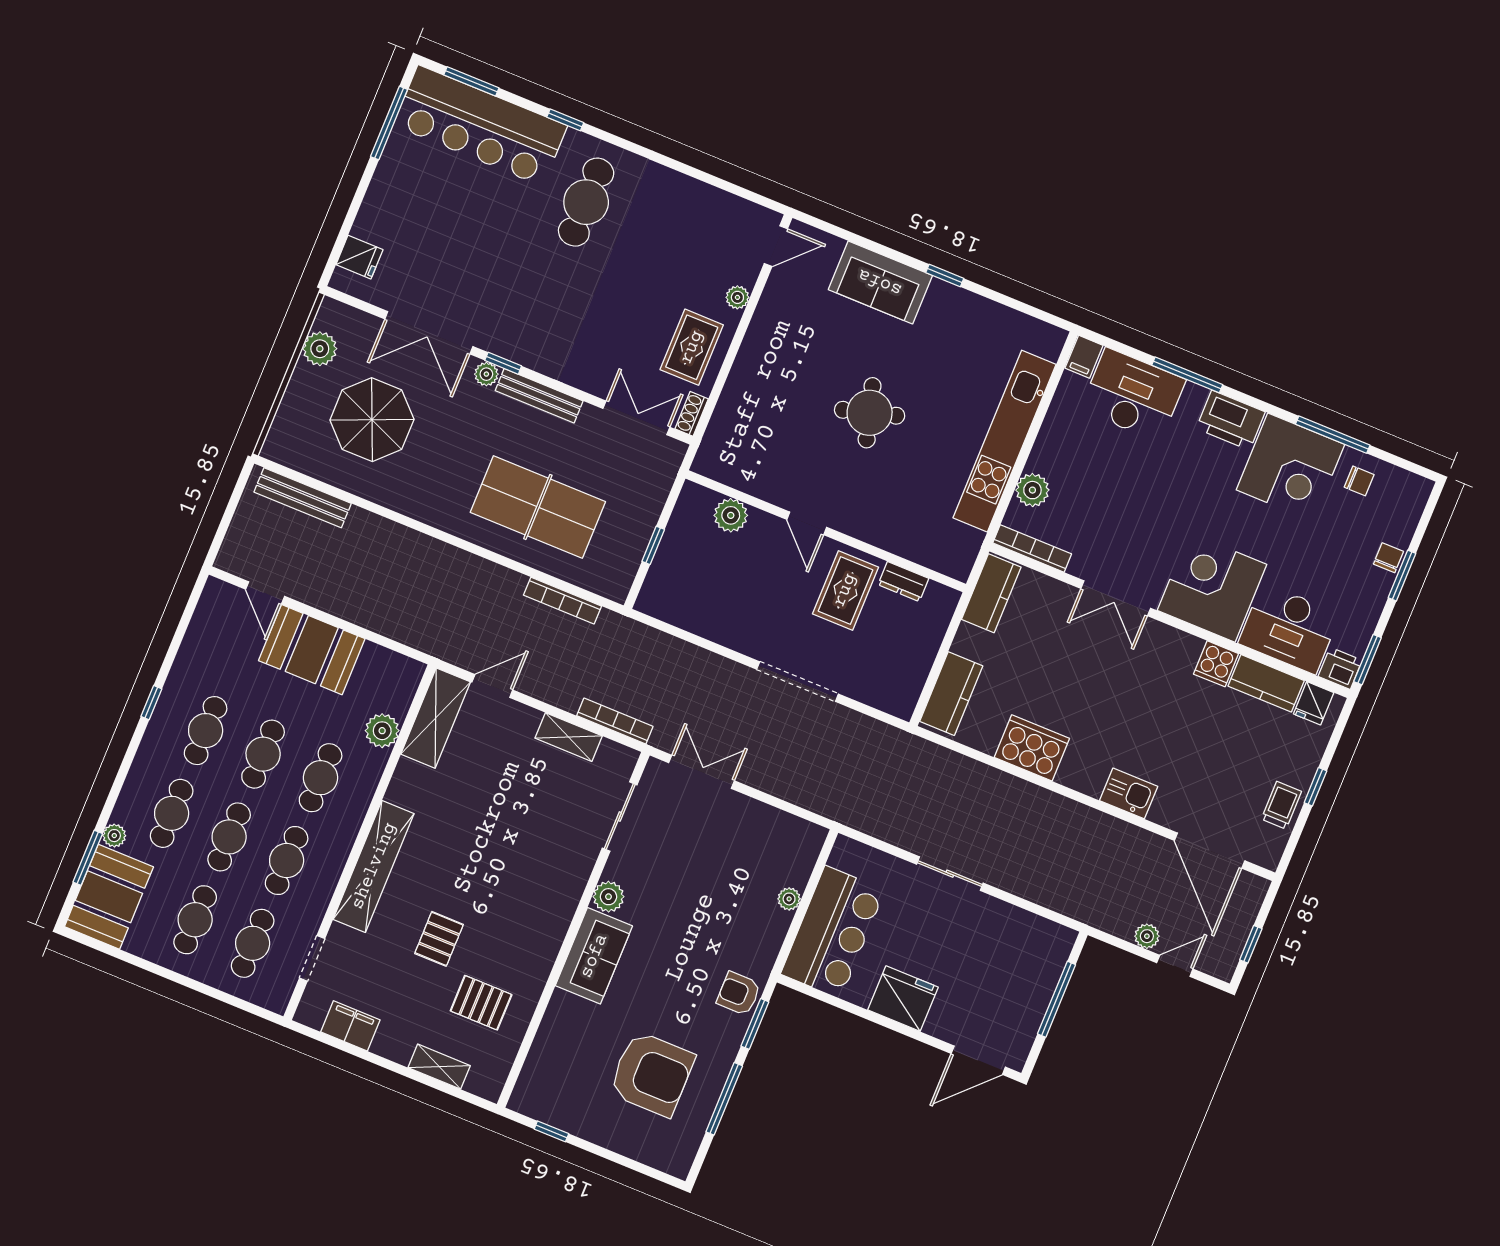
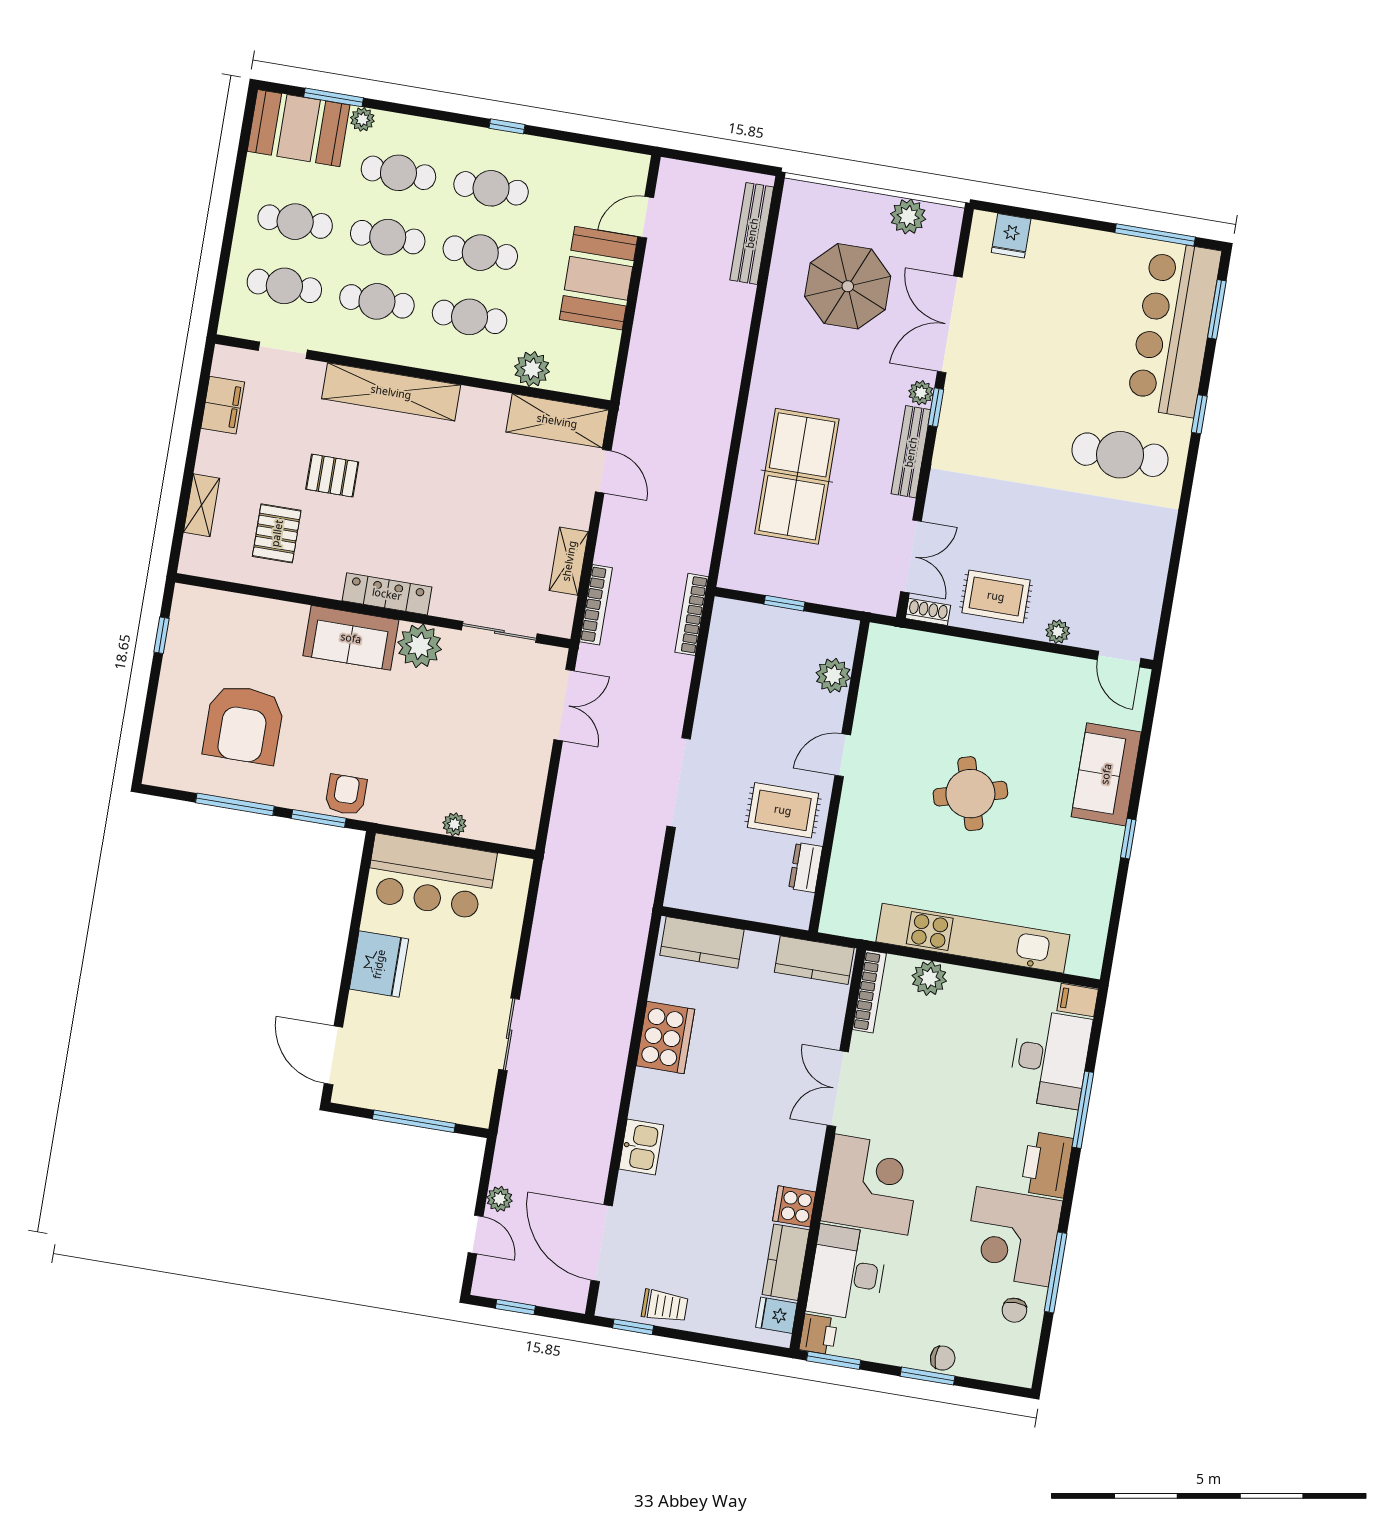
bookcase: (562, 601) -> (692, 614), moved
window: (1315, 787) -> (633, 1327), moved
door: (1210, 851) -> (602, 1243), hinge flipped
sliding door: (950, 874) -> (509, 1034), moved
plant: (608, 897) -> (420, 646), width x1.36, depth x1.36
locker: (561, 913) -> (387, 594), added

